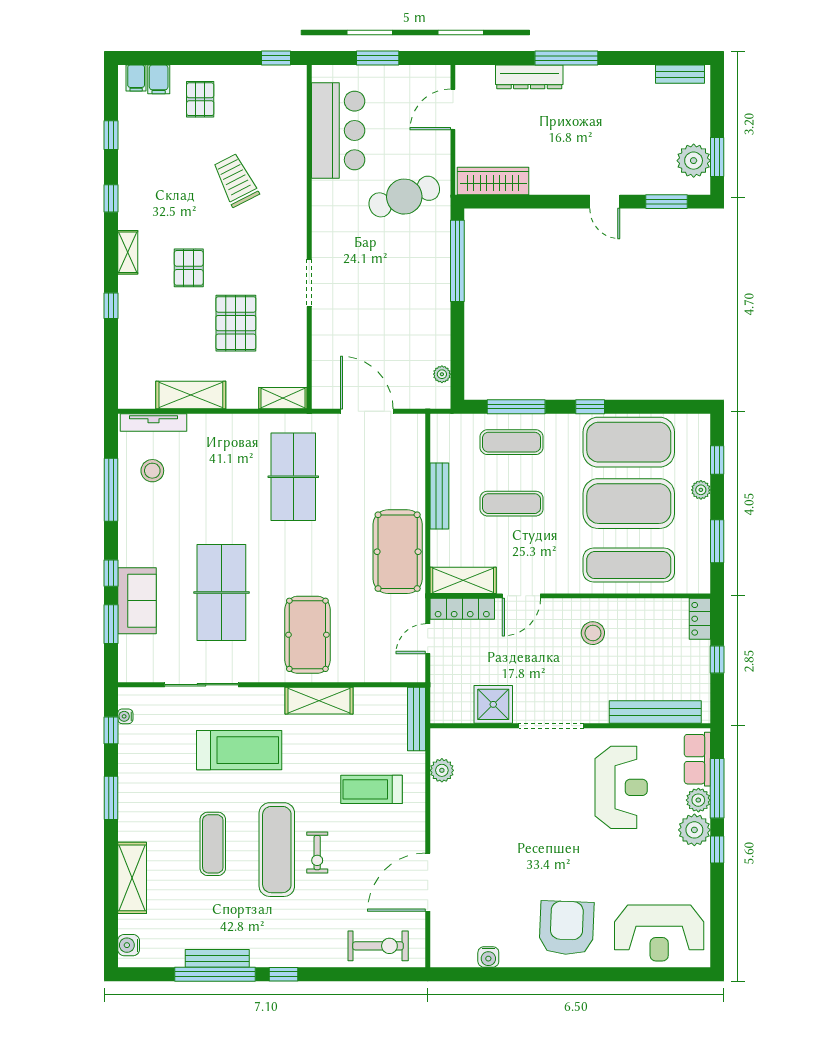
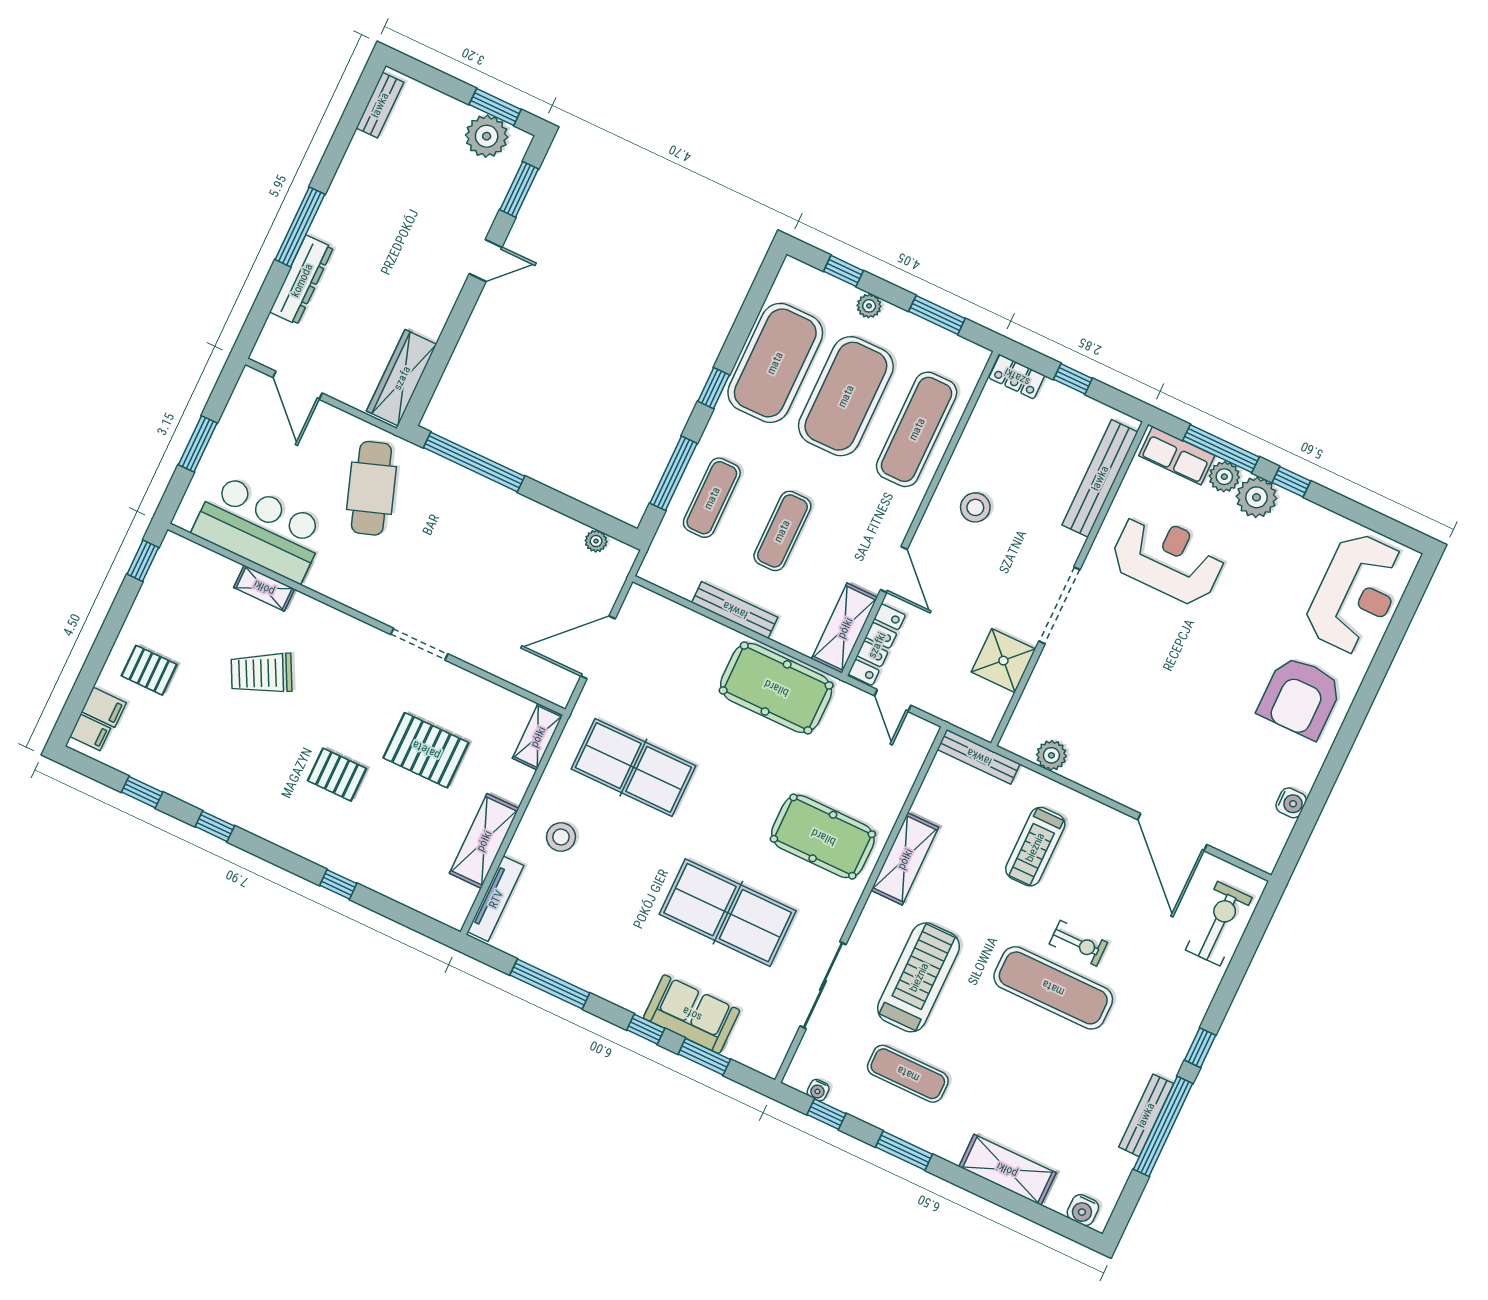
shelving: (128, 252) -> (264, 588), moved
stool: (152, 471) -> (561, 837), moved
exercise mat: (213, 844) -> (908, 1074), moved
armchair: (567, 928) -> (1300, 697), turned -92

